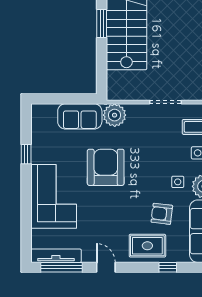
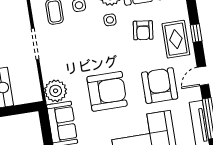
armchair: (106, 167) -> (107, 91), turned 180
armchair: (103, 222) -> (160, 86), added
window: (168, 267) -> (196, 33), moved

